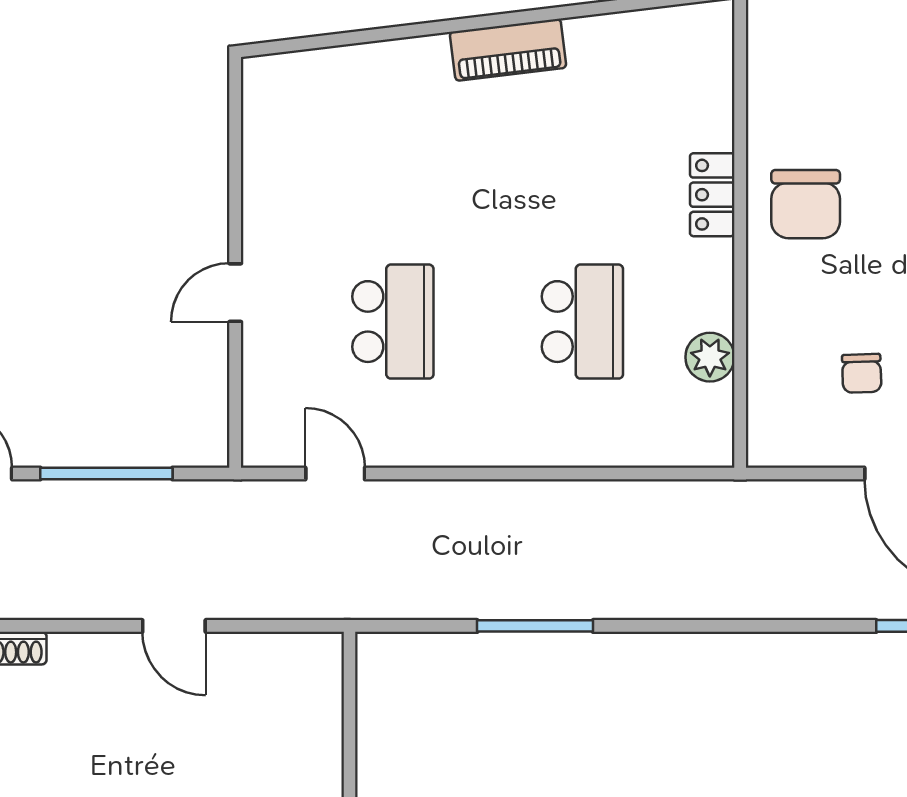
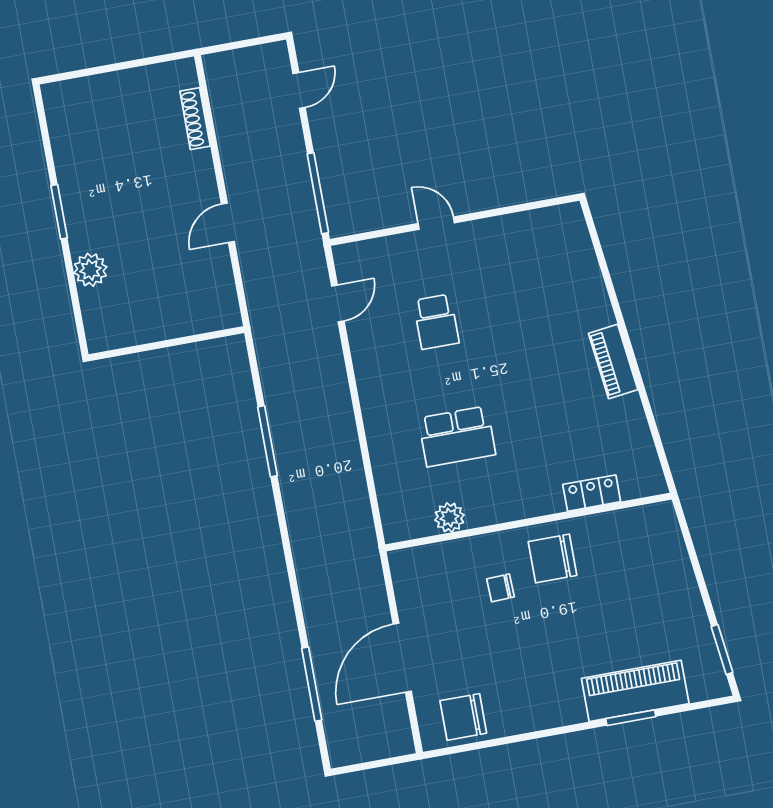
locker: (712, 195) -> (592, 493), moved
school desk: (393, 322) -> (436, 322), width x0.54
chair: (862, 373) -> (501, 588), moved
window: (106, 474) -> (318, 193), moved

